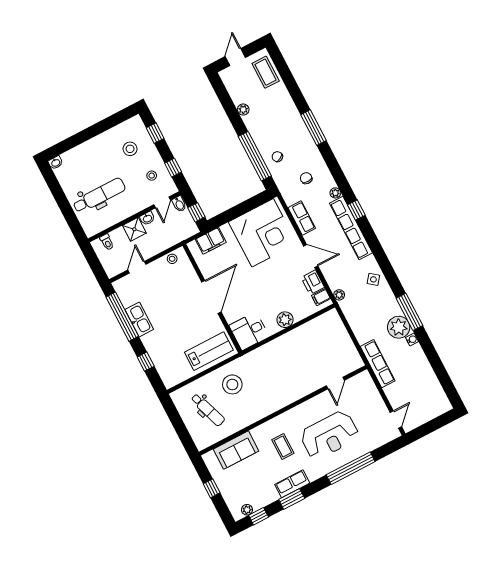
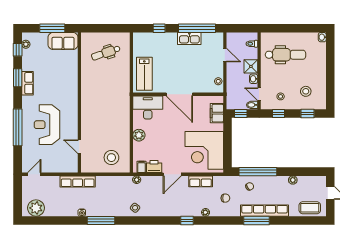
dental chair: (99, 196) -> (285, 55), turned -90
row of seats: (351, 228) -> (265, 211), moved
plant: (399, 327) -> (36, 208), moved
desk: (249, 331) -> (148, 107), width x1.37
stool: (232, 384) -> (111, 158), moved
door: (396, 420) -> (34, 174), swing flipped
coffee table: (283, 446) -> (55, 90), removed
sofa: (236, 450) -> (63, 41), moved, turned -90
window: (212, 488) -> (52, 28), width x2.17

